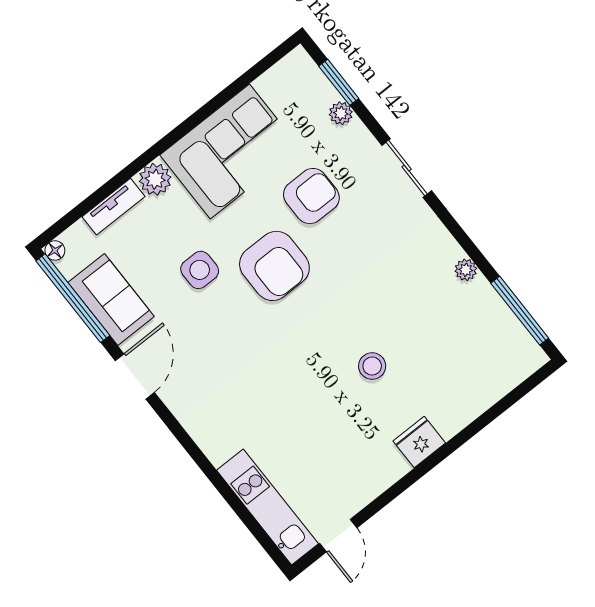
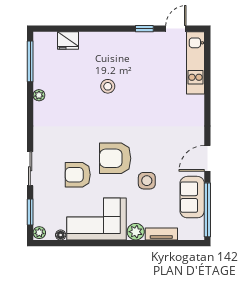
plant: (341, 113) -> (39, 233), moved
sliding door: (407, 168) -> (30, 169), moved
floor lamp: (55, 250) -> (61, 235), moved
armchair: (274, 266) -> (115, 158), turned -90
fridge: (419, 442) -> (68, 40), moved
window: (386, 498) -> (144, 29), added

